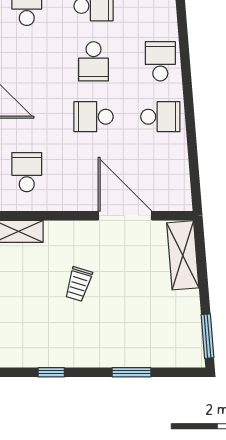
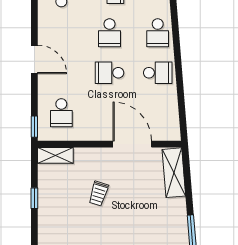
school desk: (160, 61) -> (158, 33), turned 180
school desk: (27, 172) -> (61, 113), turned 180

